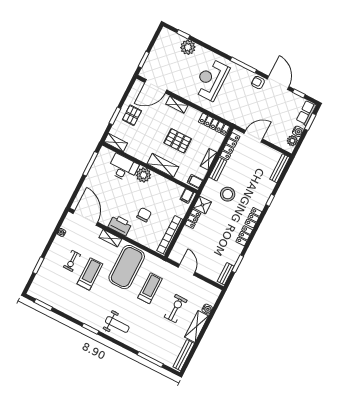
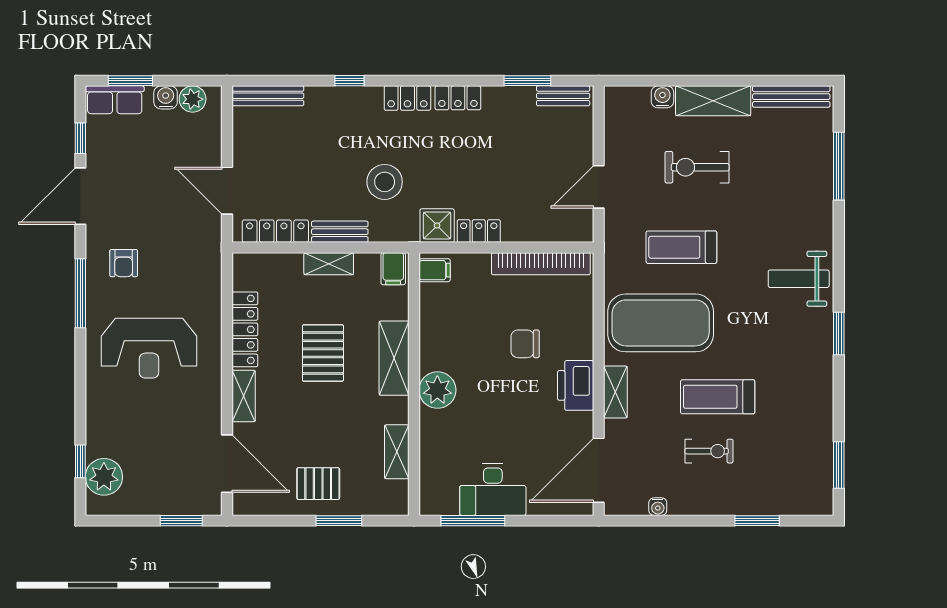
plant: (188, 47) -> (104, 477), moved
armchair: (258, 83) -> (124, 263), moved
locker: (214, 124) -> (245, 329), moved
shelving: (116, 142) -> (397, 452), moved
desk: (123, 168) -> (493, 490), moved, turned -90
weight bench: (117, 324) -> (799, 279), turned -90

